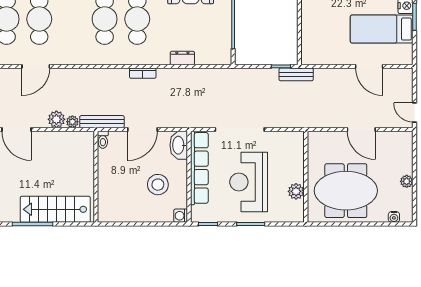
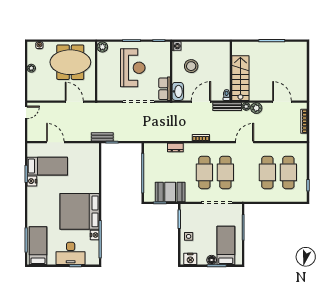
door: (36, 66) -> (245, 142), moved
door: (415, 113) -> (26, 112), hinge flipped
door: (361, 129) -> (74, 102), moved
row of seats: (199, 168) -> (165, 89), width x0.50
plant: (296, 191) -> (102, 47), moved
stairs: (55, 209) -> (240, 78), moved, turned -90

